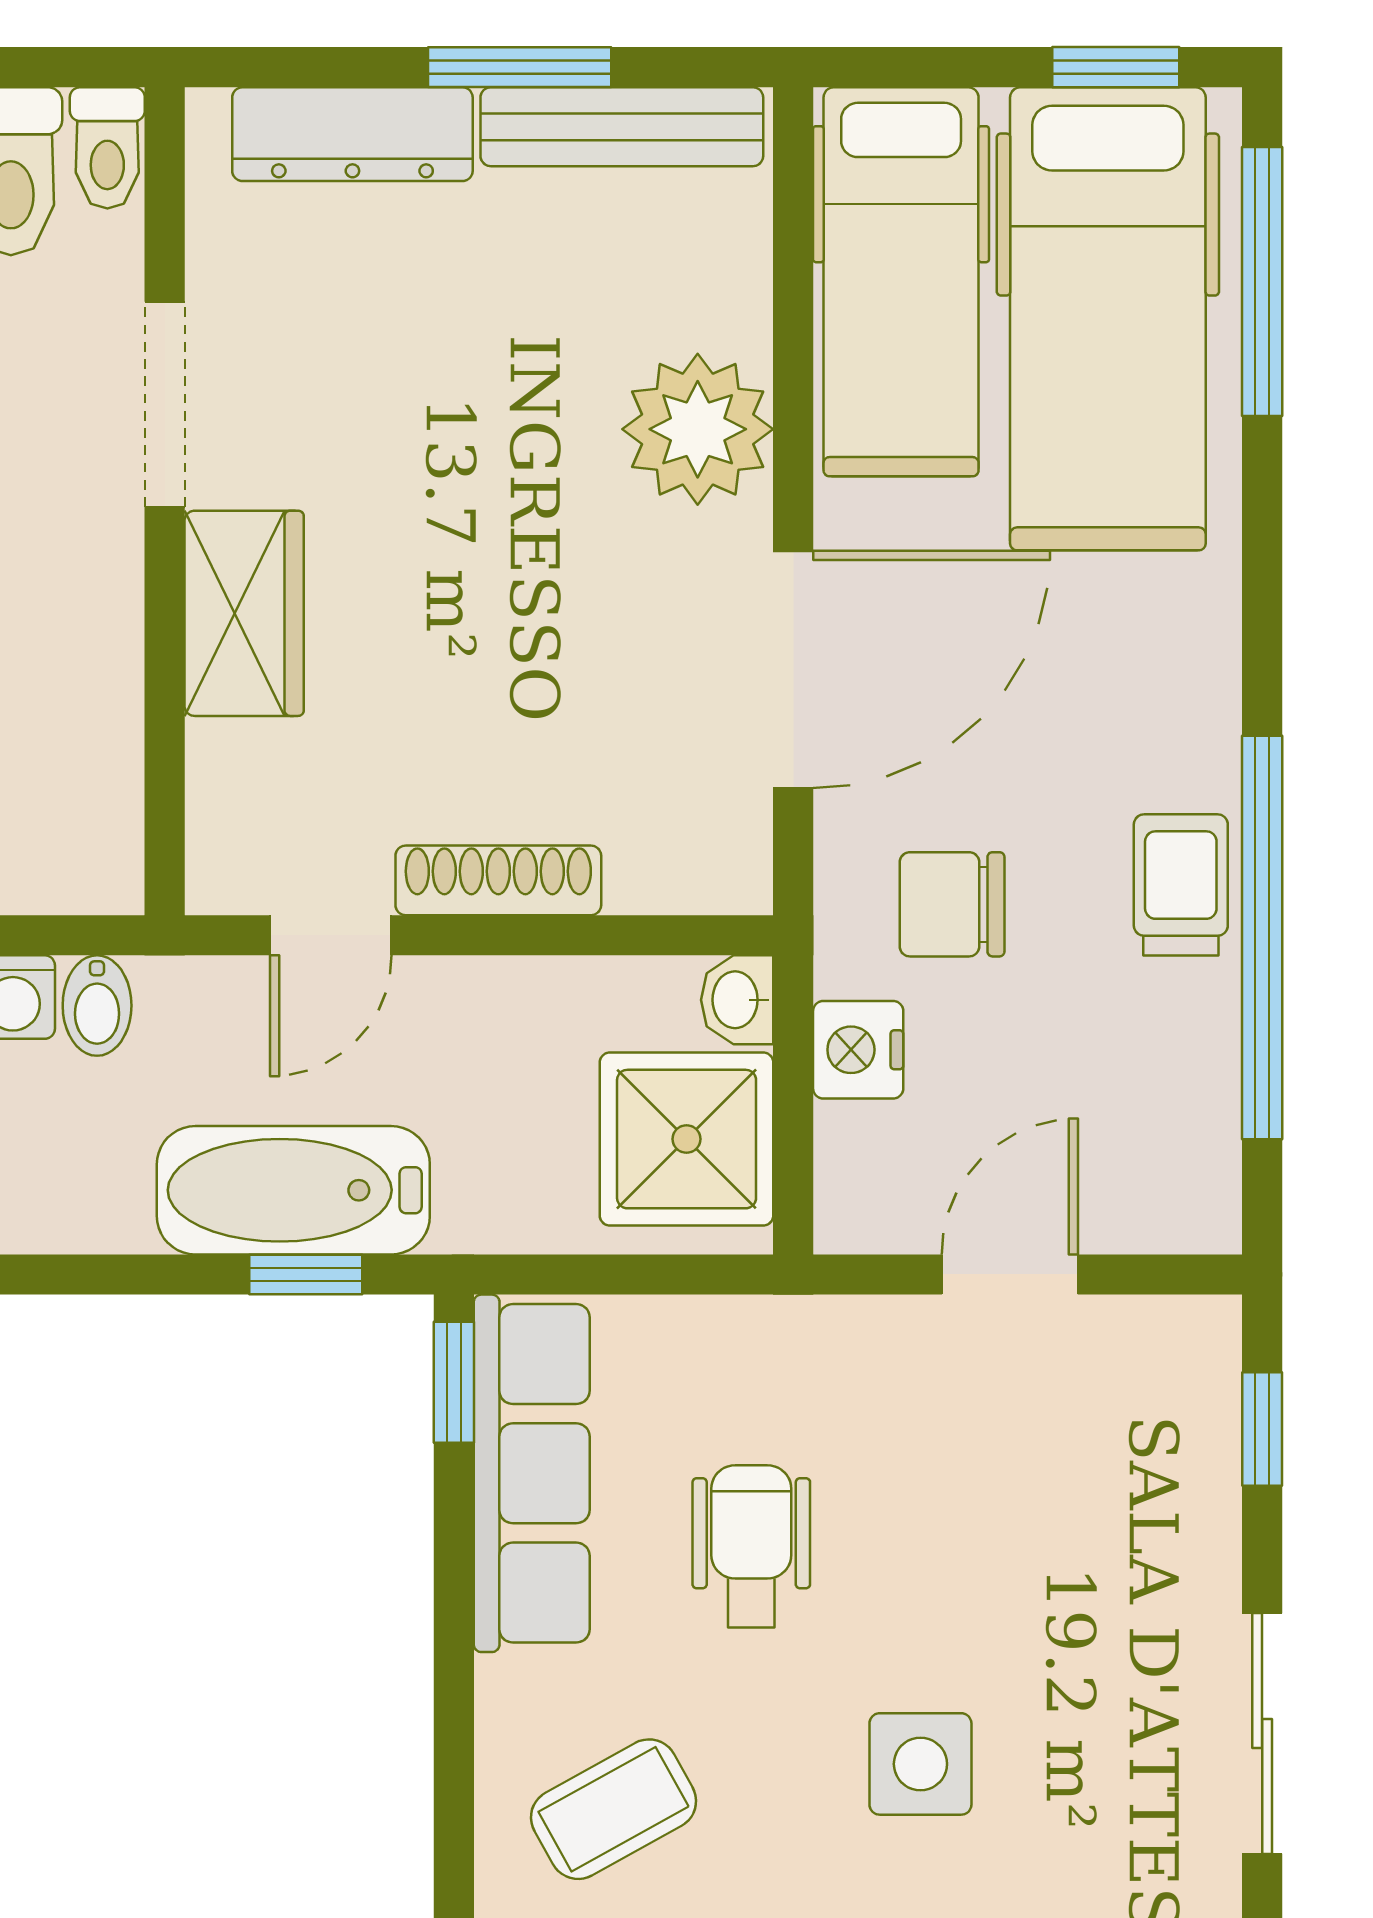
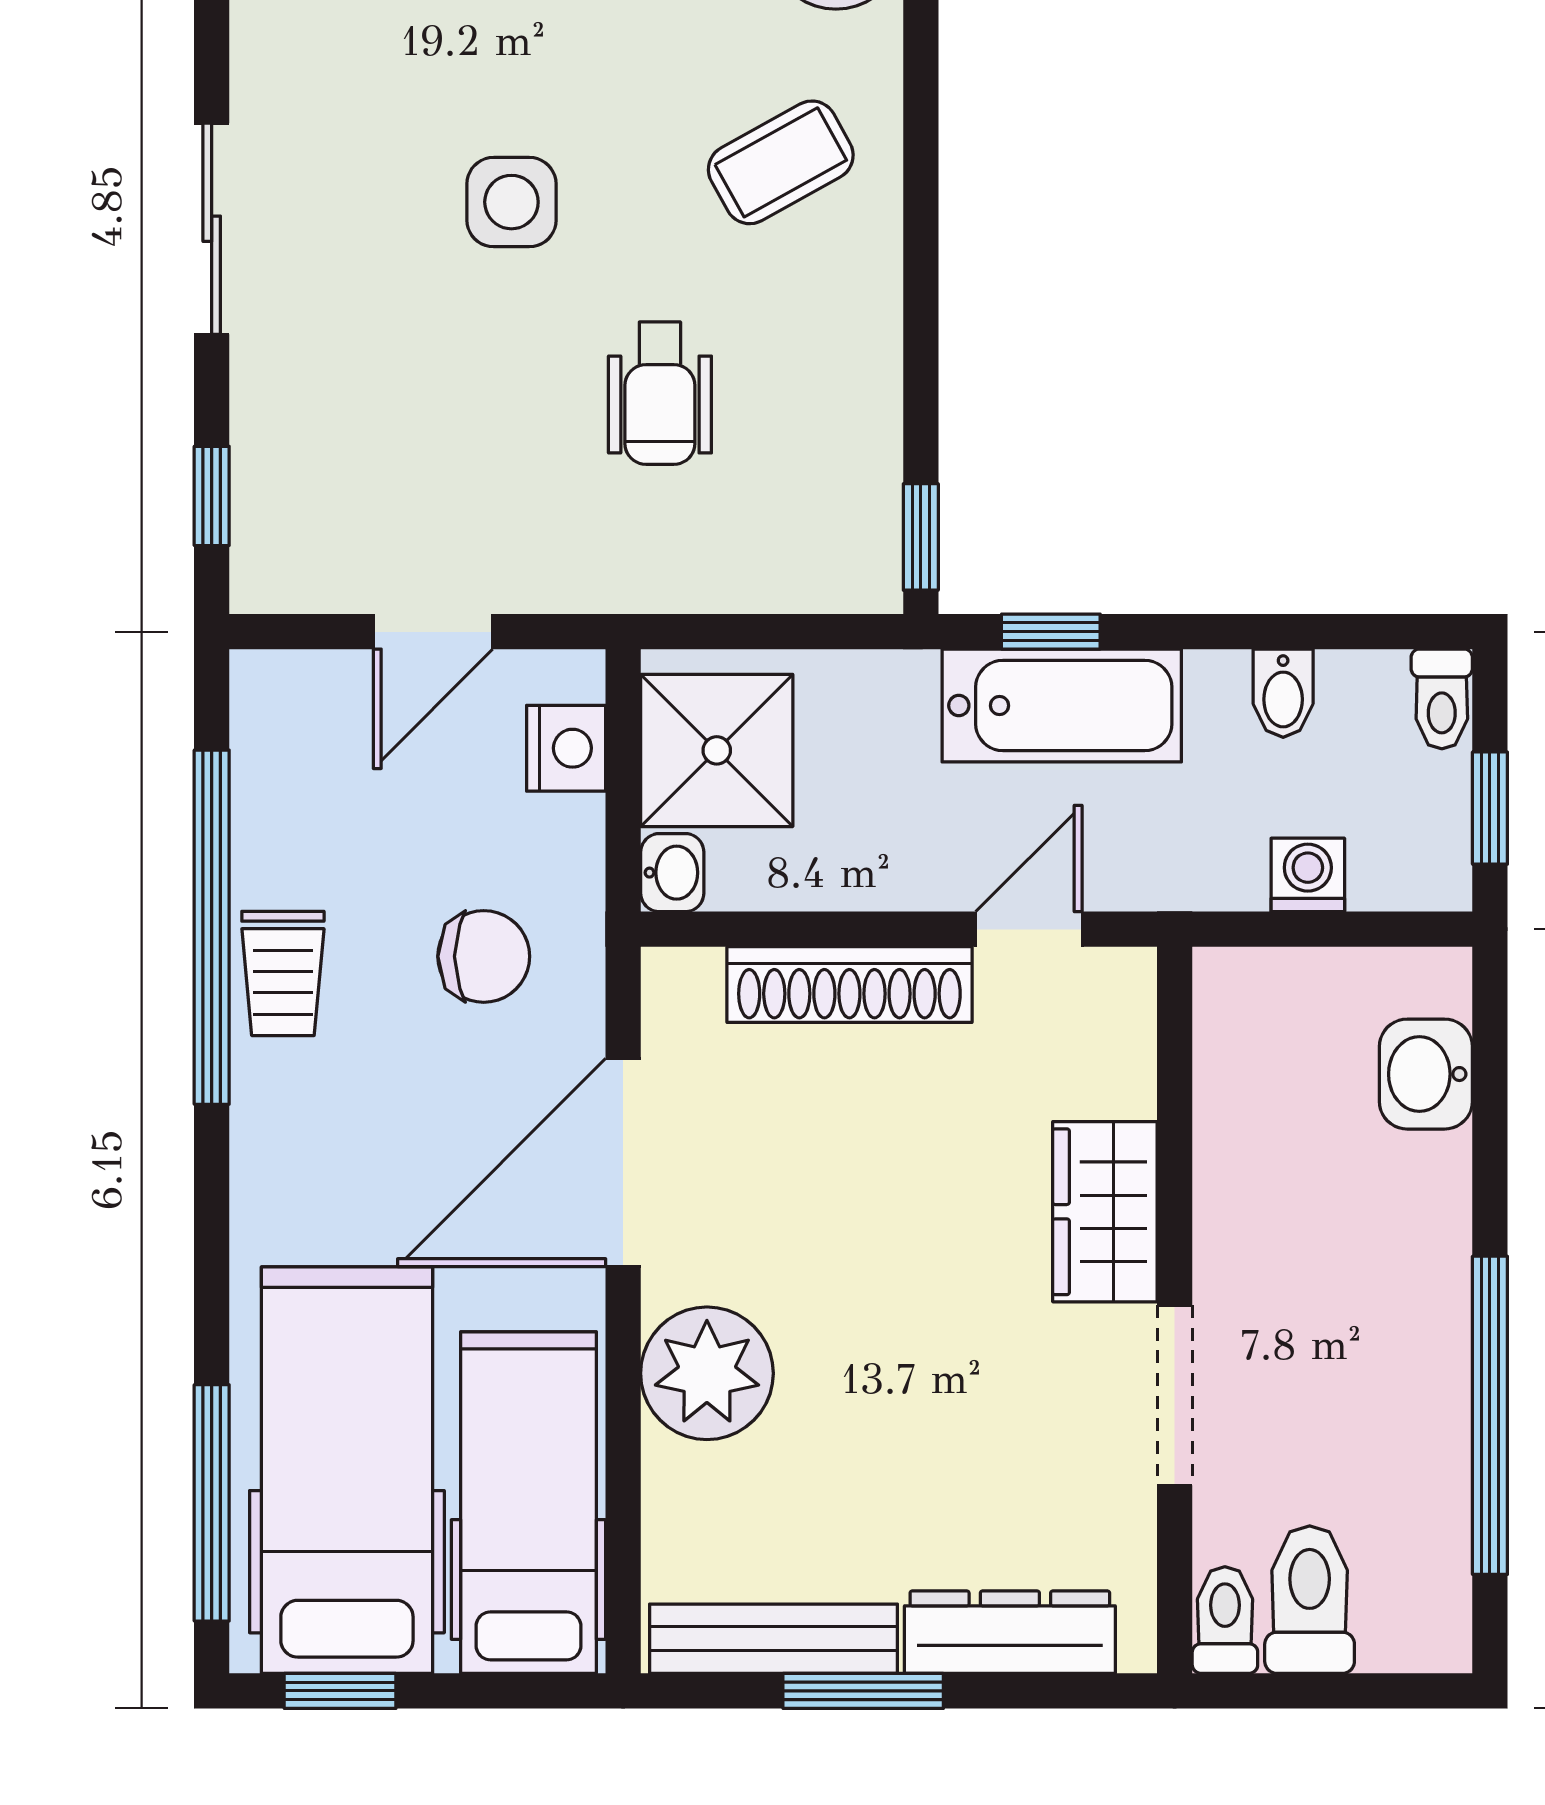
shoe rack: (498, 880) -> (849, 985), width x1.36, depth x1.24
bidet: (97, 1006) -> (1283, 693), moved, turned 180
nightstand: (858, 1050) -> (566, 748), moved
row of seats: (532, 1473) -> (853, 457), removed

